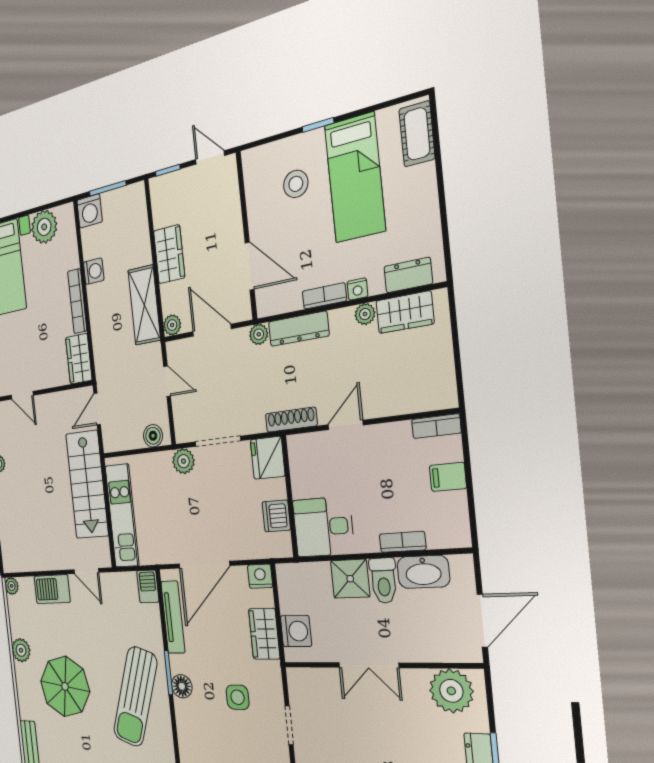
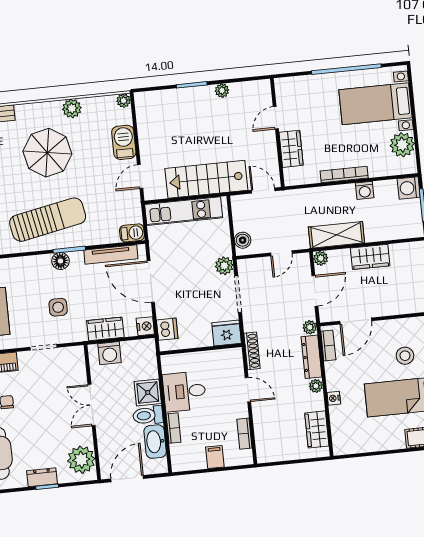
dresser: (408, 275) -> (339, 432), removed
bookcase: (324, 296) -> (328, 345), moved
plant: (365, 314) -> (316, 386), moved
wardrobe: (79, 359) -> (291, 149), moved, turned 90
bookcase: (436, 426) -> (244, 434), moved
dishwasher: (276, 516) -> (167, 329), moved, turned 90
desk: (323, 527) -> (184, 391), moved, turned -90
door: (482, 621) -> (127, 479), swing flipped
sun lounger: (135, 697) -> (48, 220), turned 150

